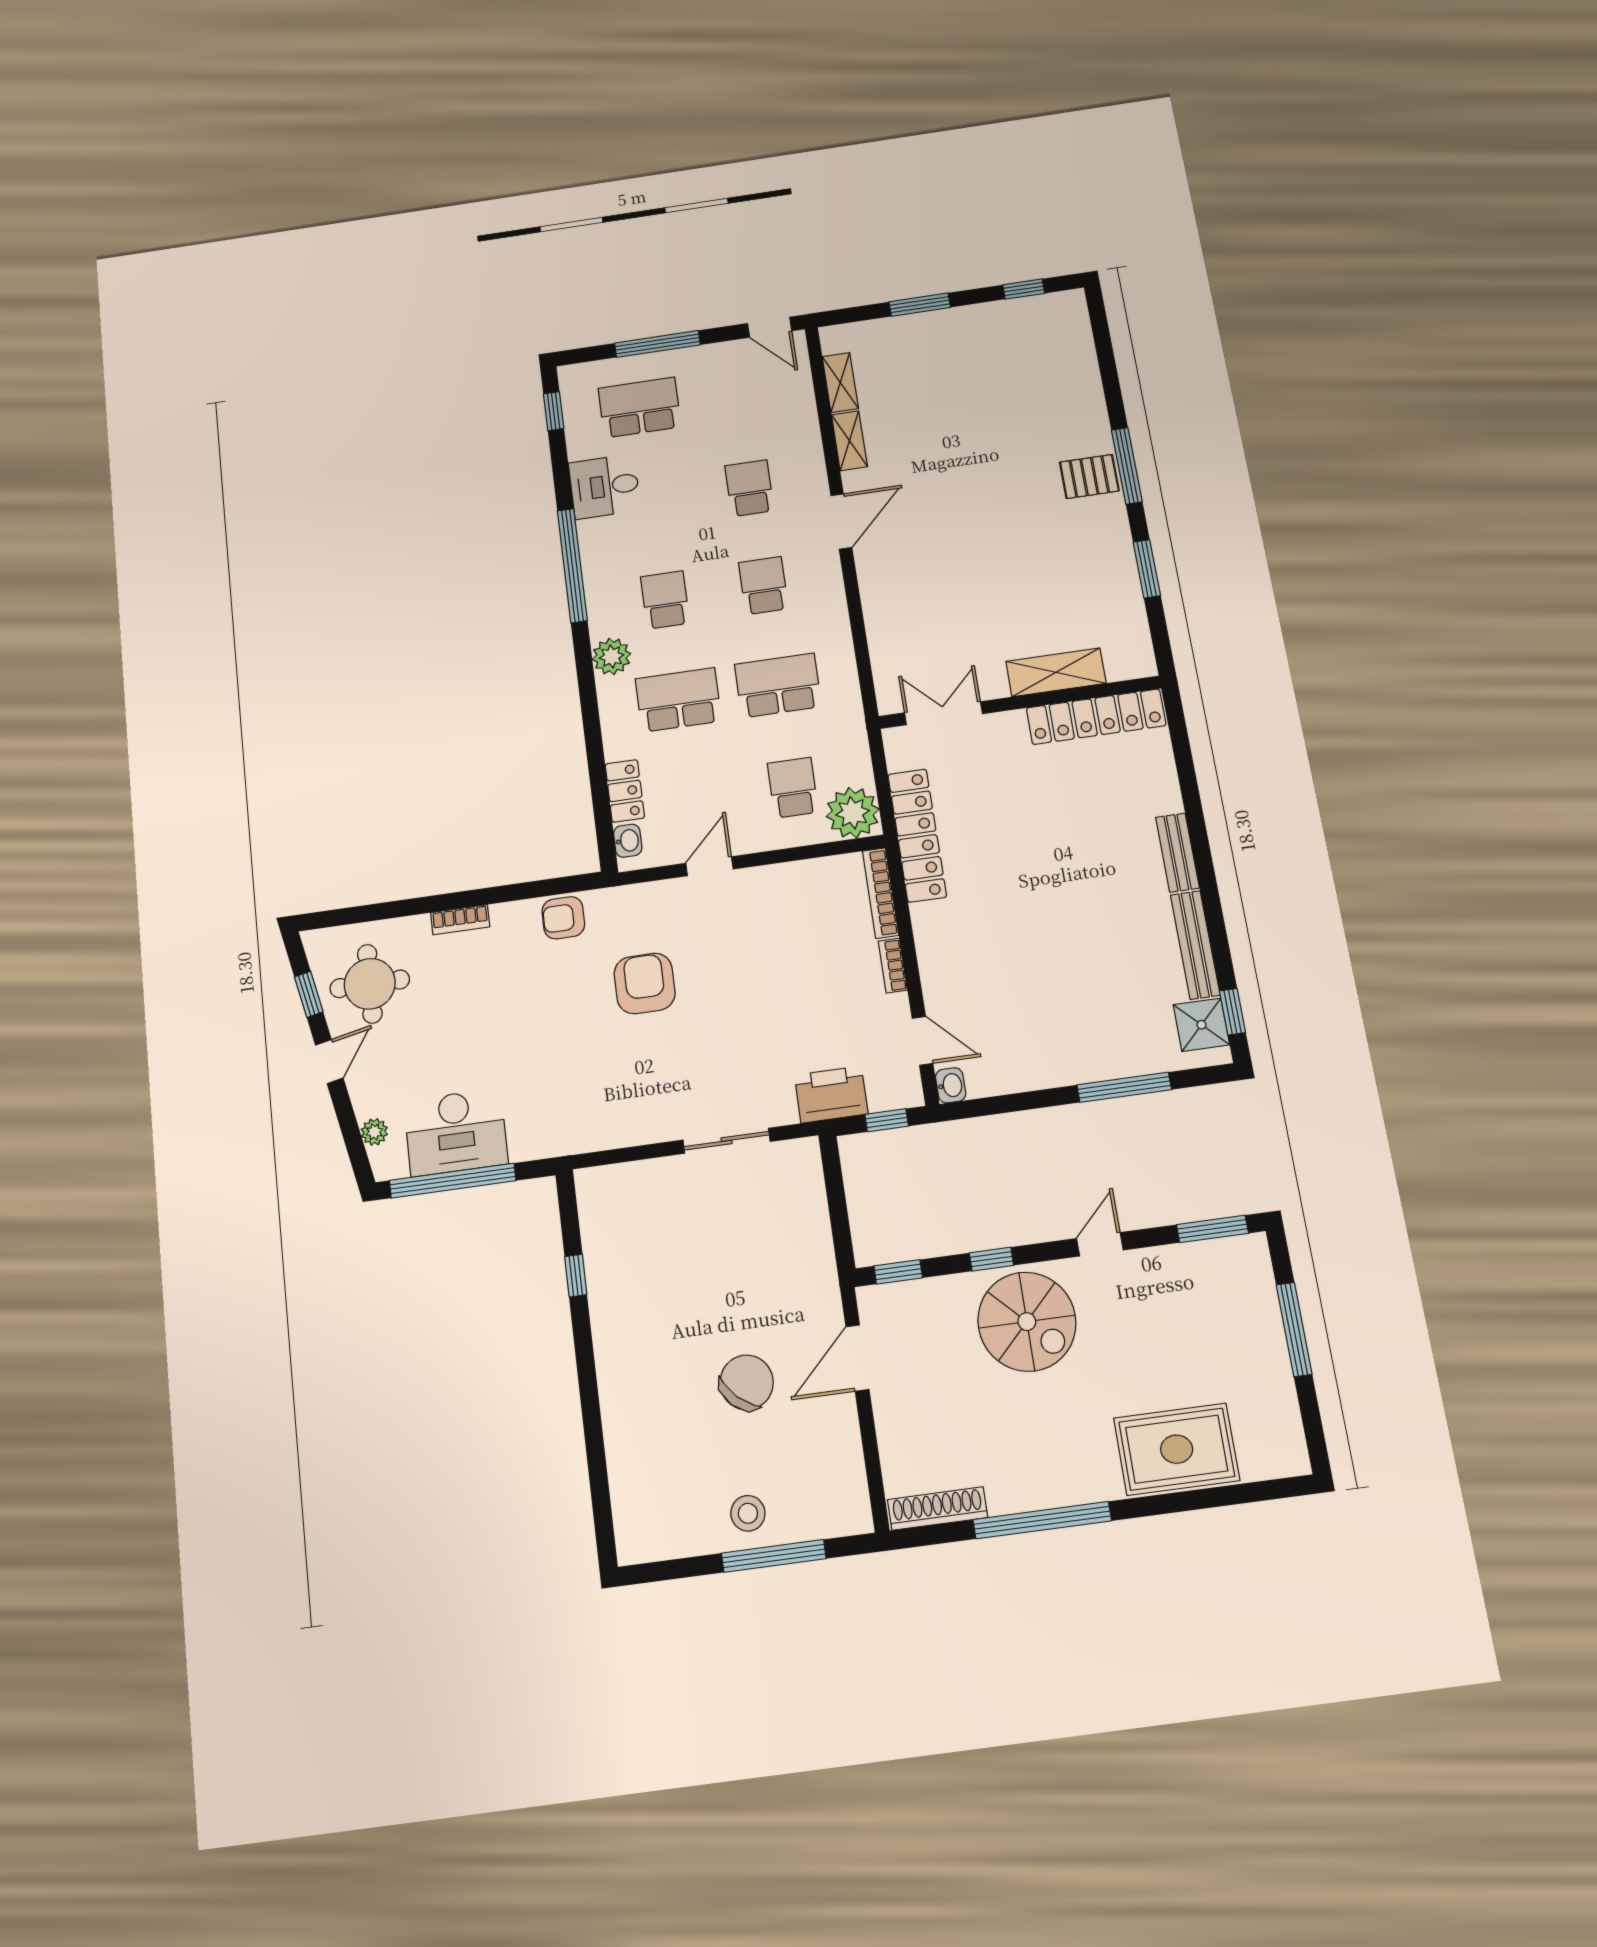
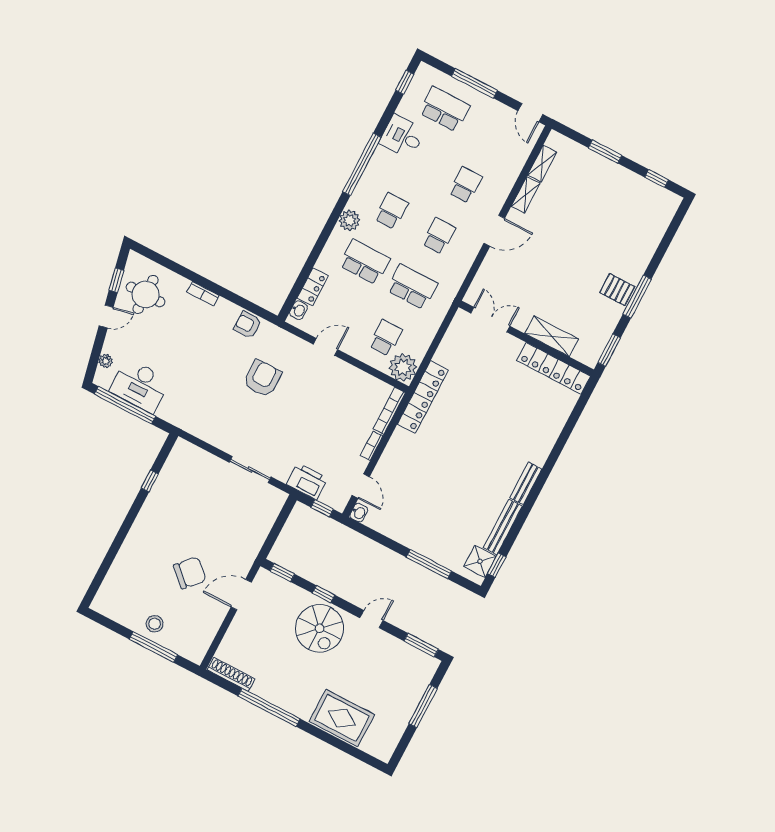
shelving: (1056, 672) -> (552, 336), moved
wall: (1020, 702) -> (526, 338), moved
double door: (943, 713) -> (490, 320), moved
locker: (1096, 717) -> (554, 368), moved

